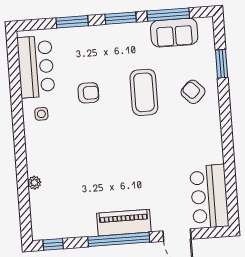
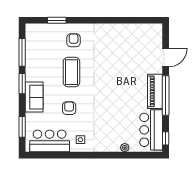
window: (72, 22) -> (22, 127), moved
sofa: (174, 33) -> (34, 97), moved
coffee table: (144, 92) -> (71, 72), turned 90
armchair: (193, 92) -> (74, 40), turned 135
bar counter: (209, 196) -> (151, 130), moved, turned 90

